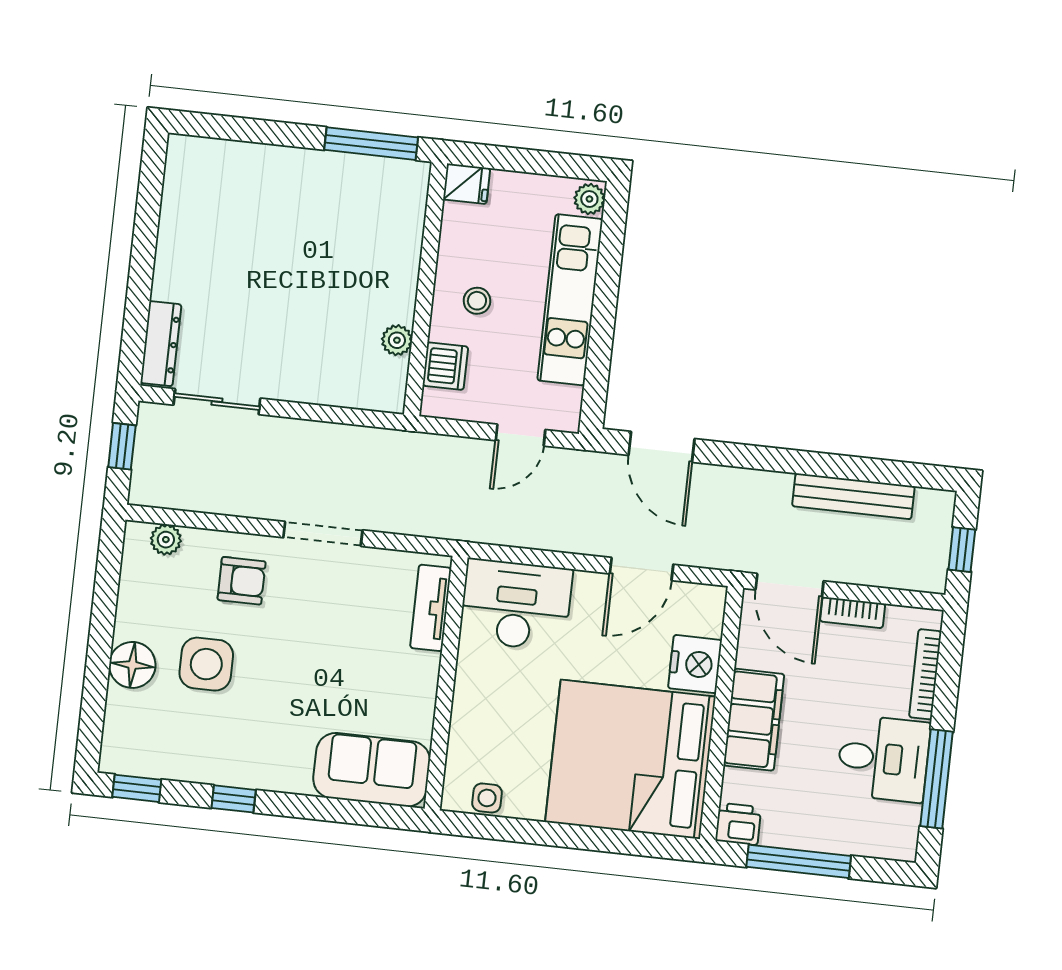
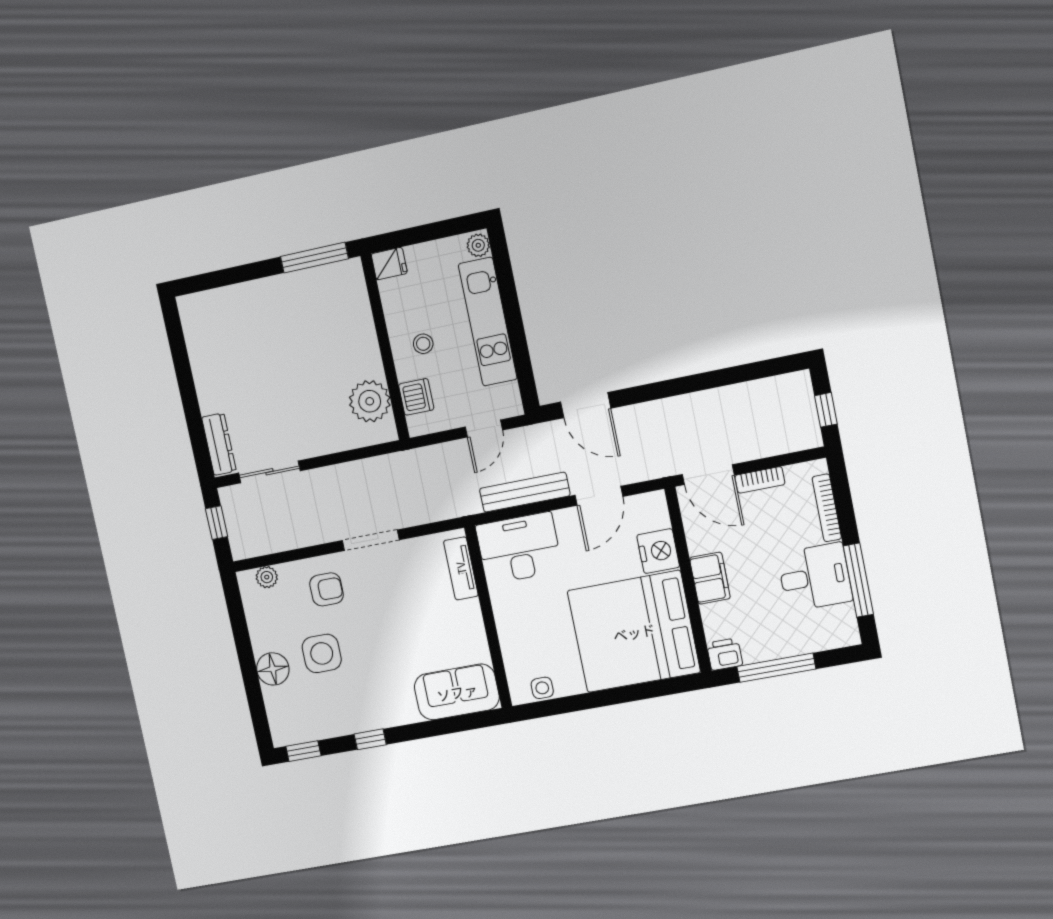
plant: (397, 340) -> (370, 401), width x1.88, depth x1.88
bench: (853, 496) -> (525, 492), moved
filing cabinet: (754, 720) -> (710, 578), width x0.67, depth x0.86

